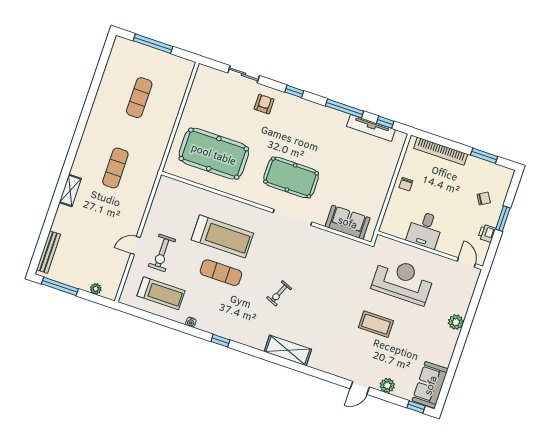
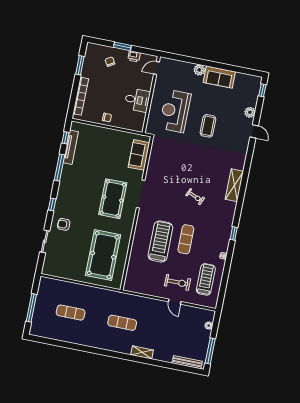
sofa: (430, 385) -> (219, 77), moved

